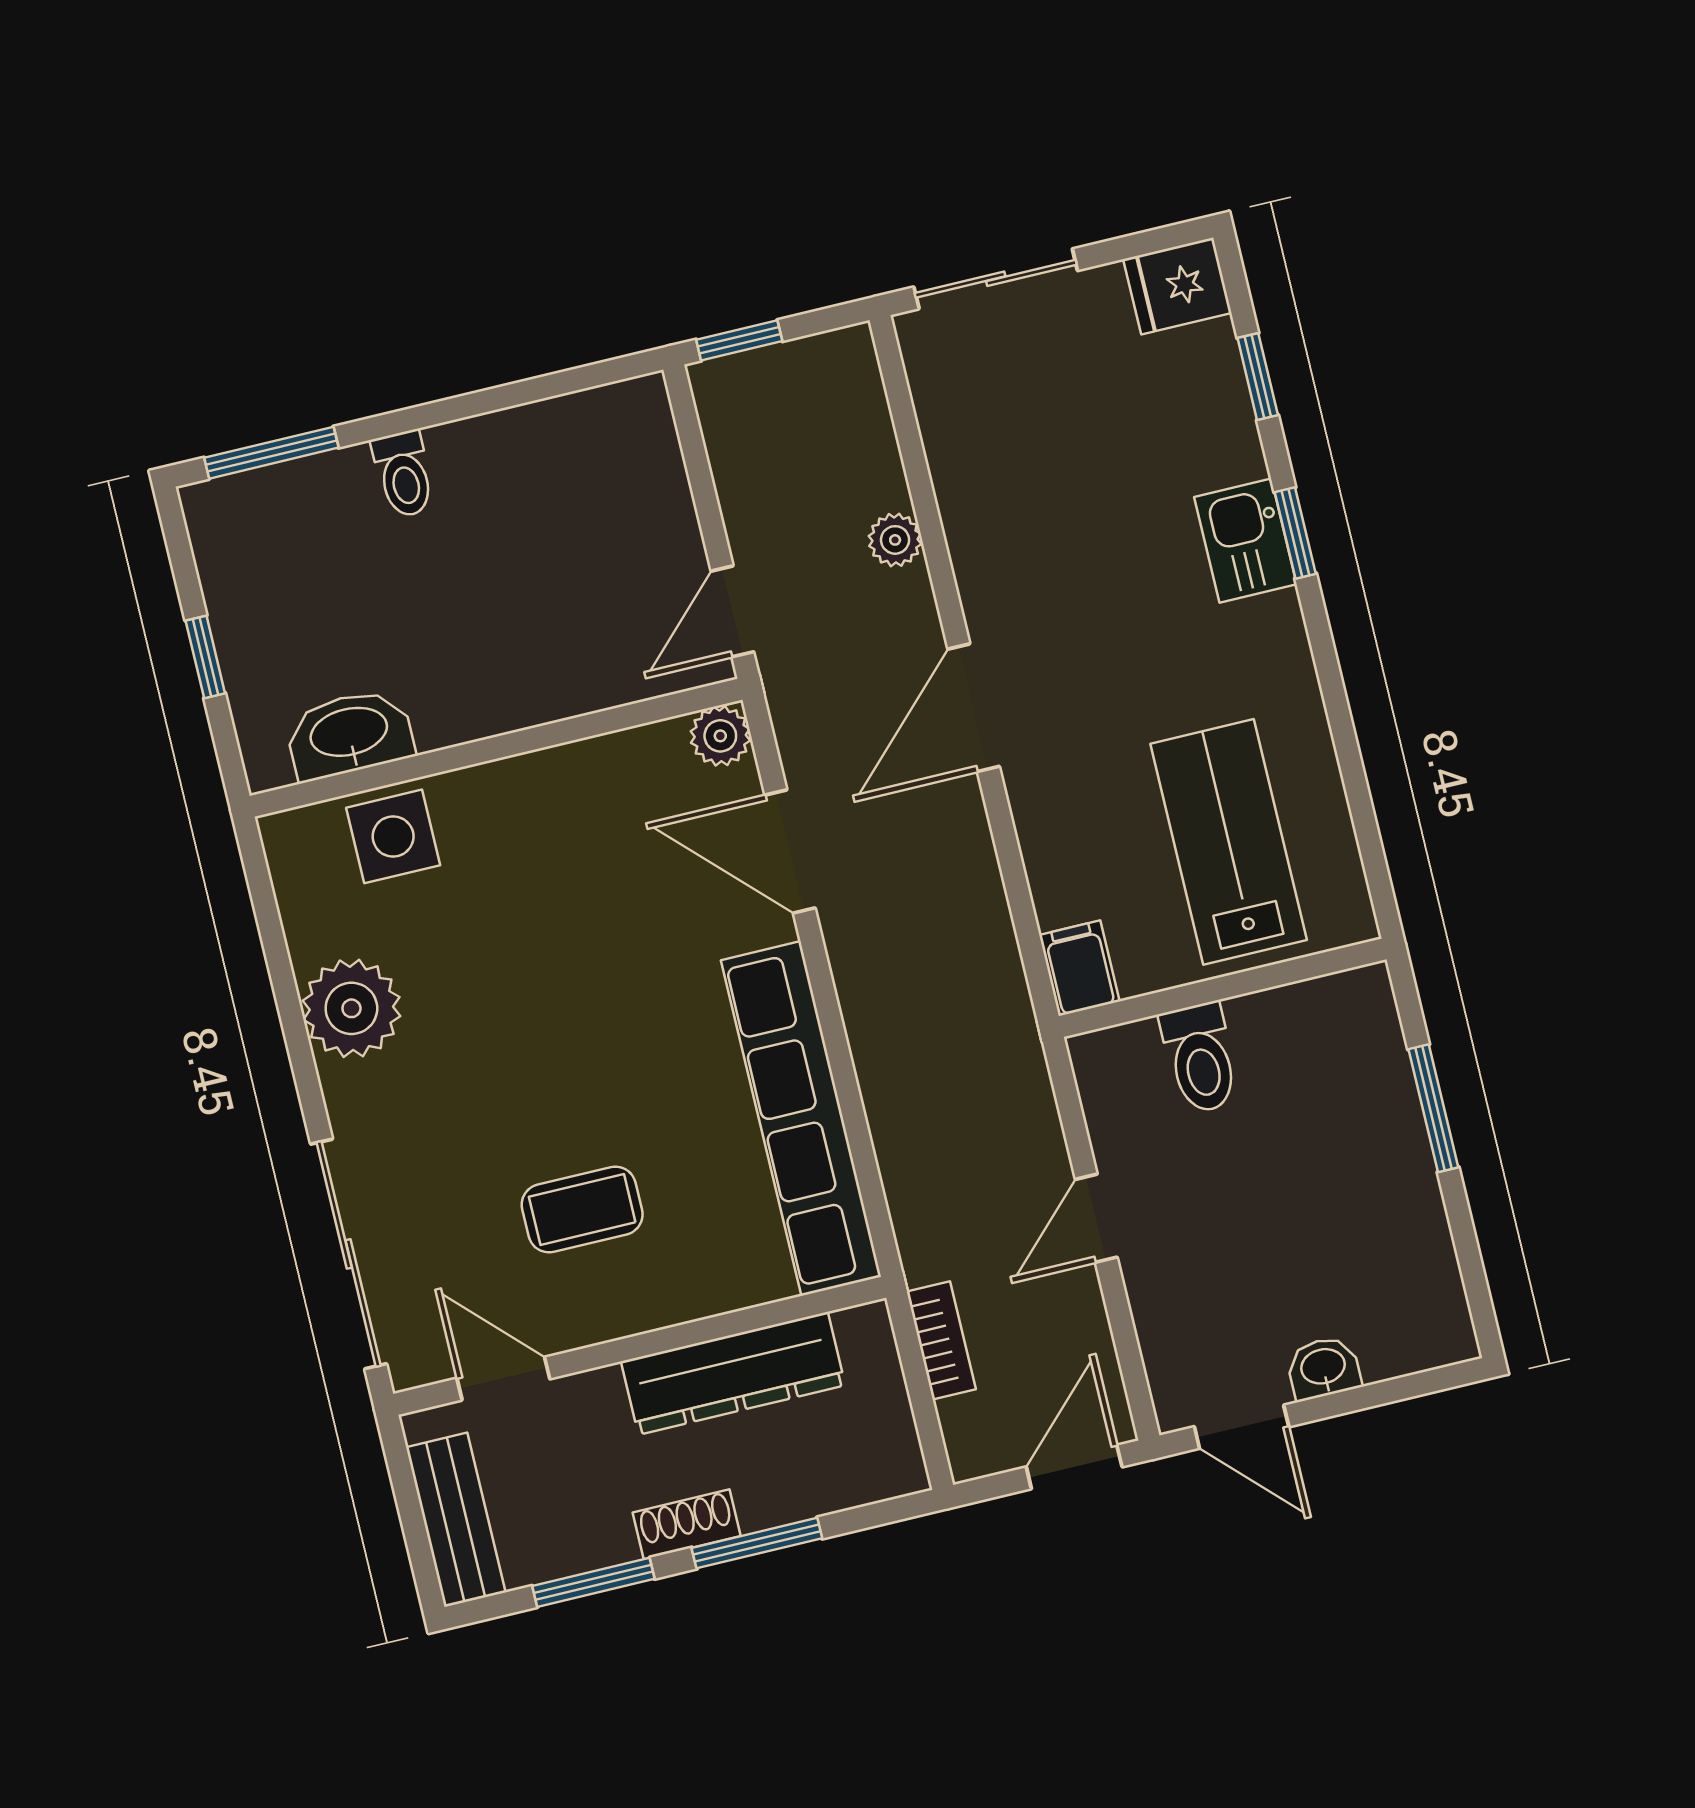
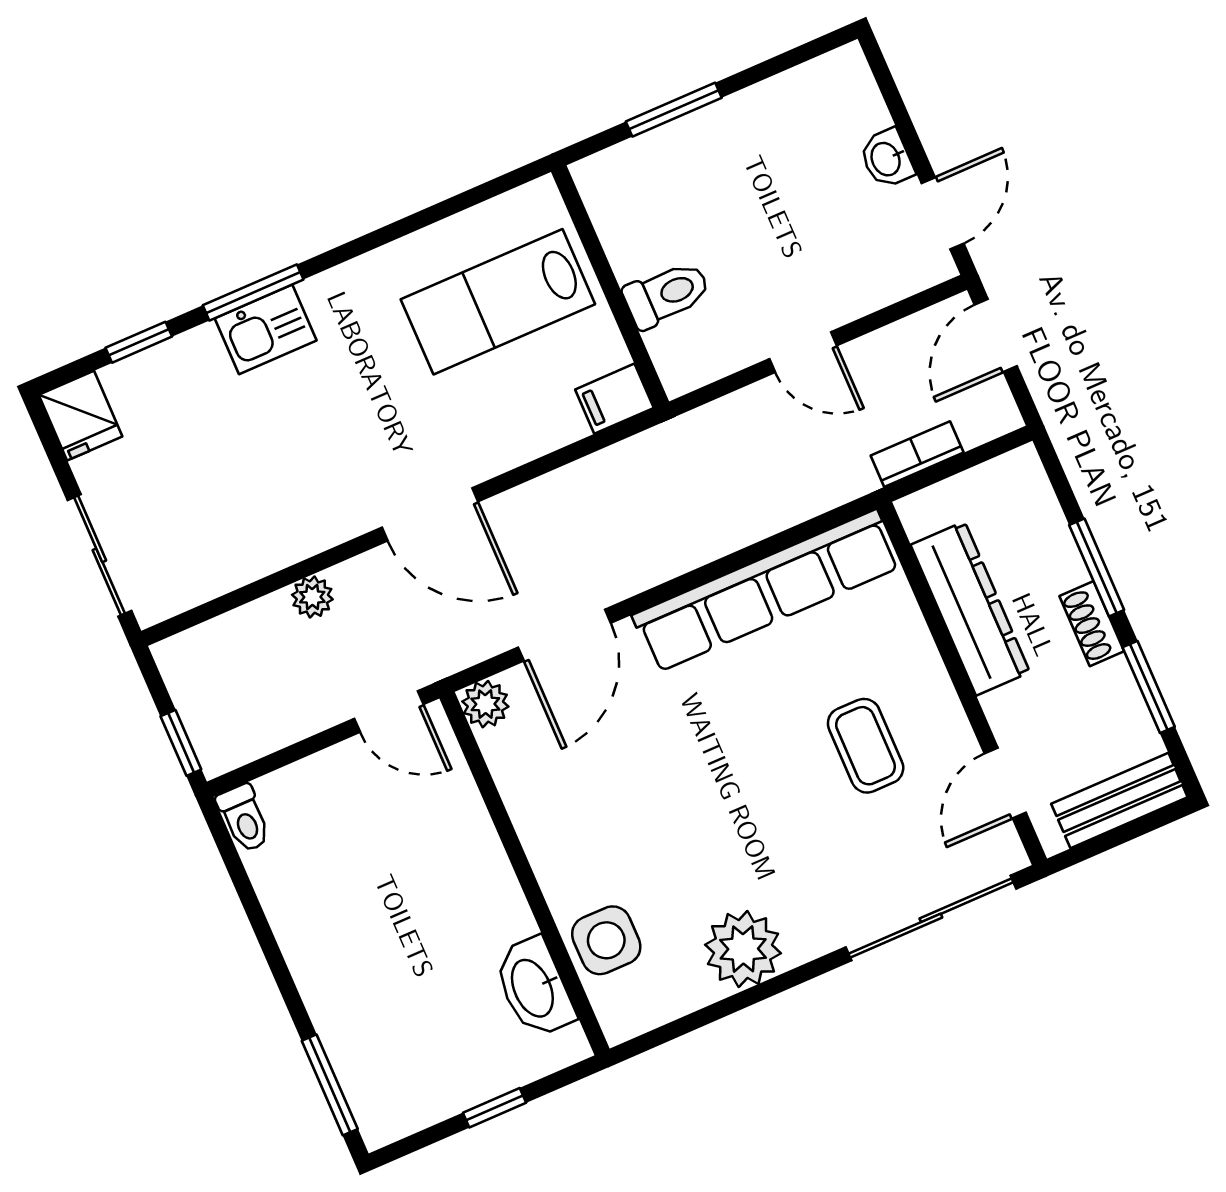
toilet: (404, 474) -> (244, 818), moved, turned 90
window: (1295, 533) -> (253, 292), width x1.50
door: (1074, 1467) -> (996, 335), hinge flipped

